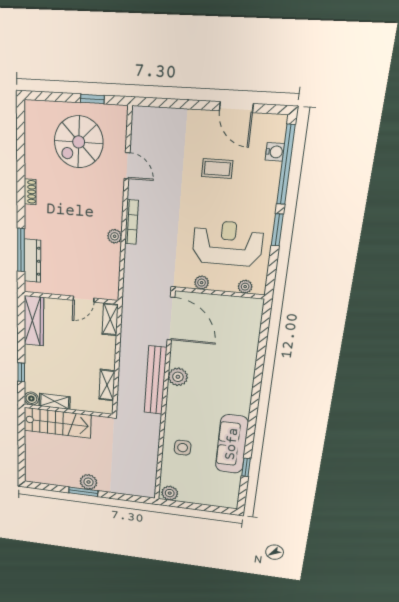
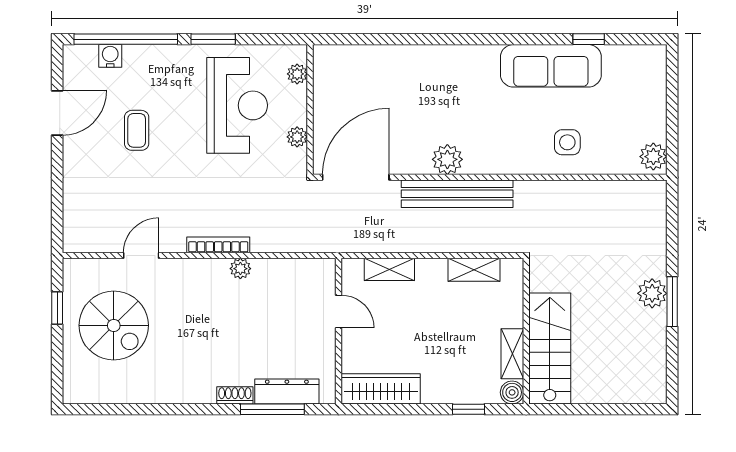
shoe rack: (30, 192) -> (235, 395), moved
reception desk: (228, 243) -> (237, 105), turned 180
shelving: (110, 319) -> (389, 269), moved

